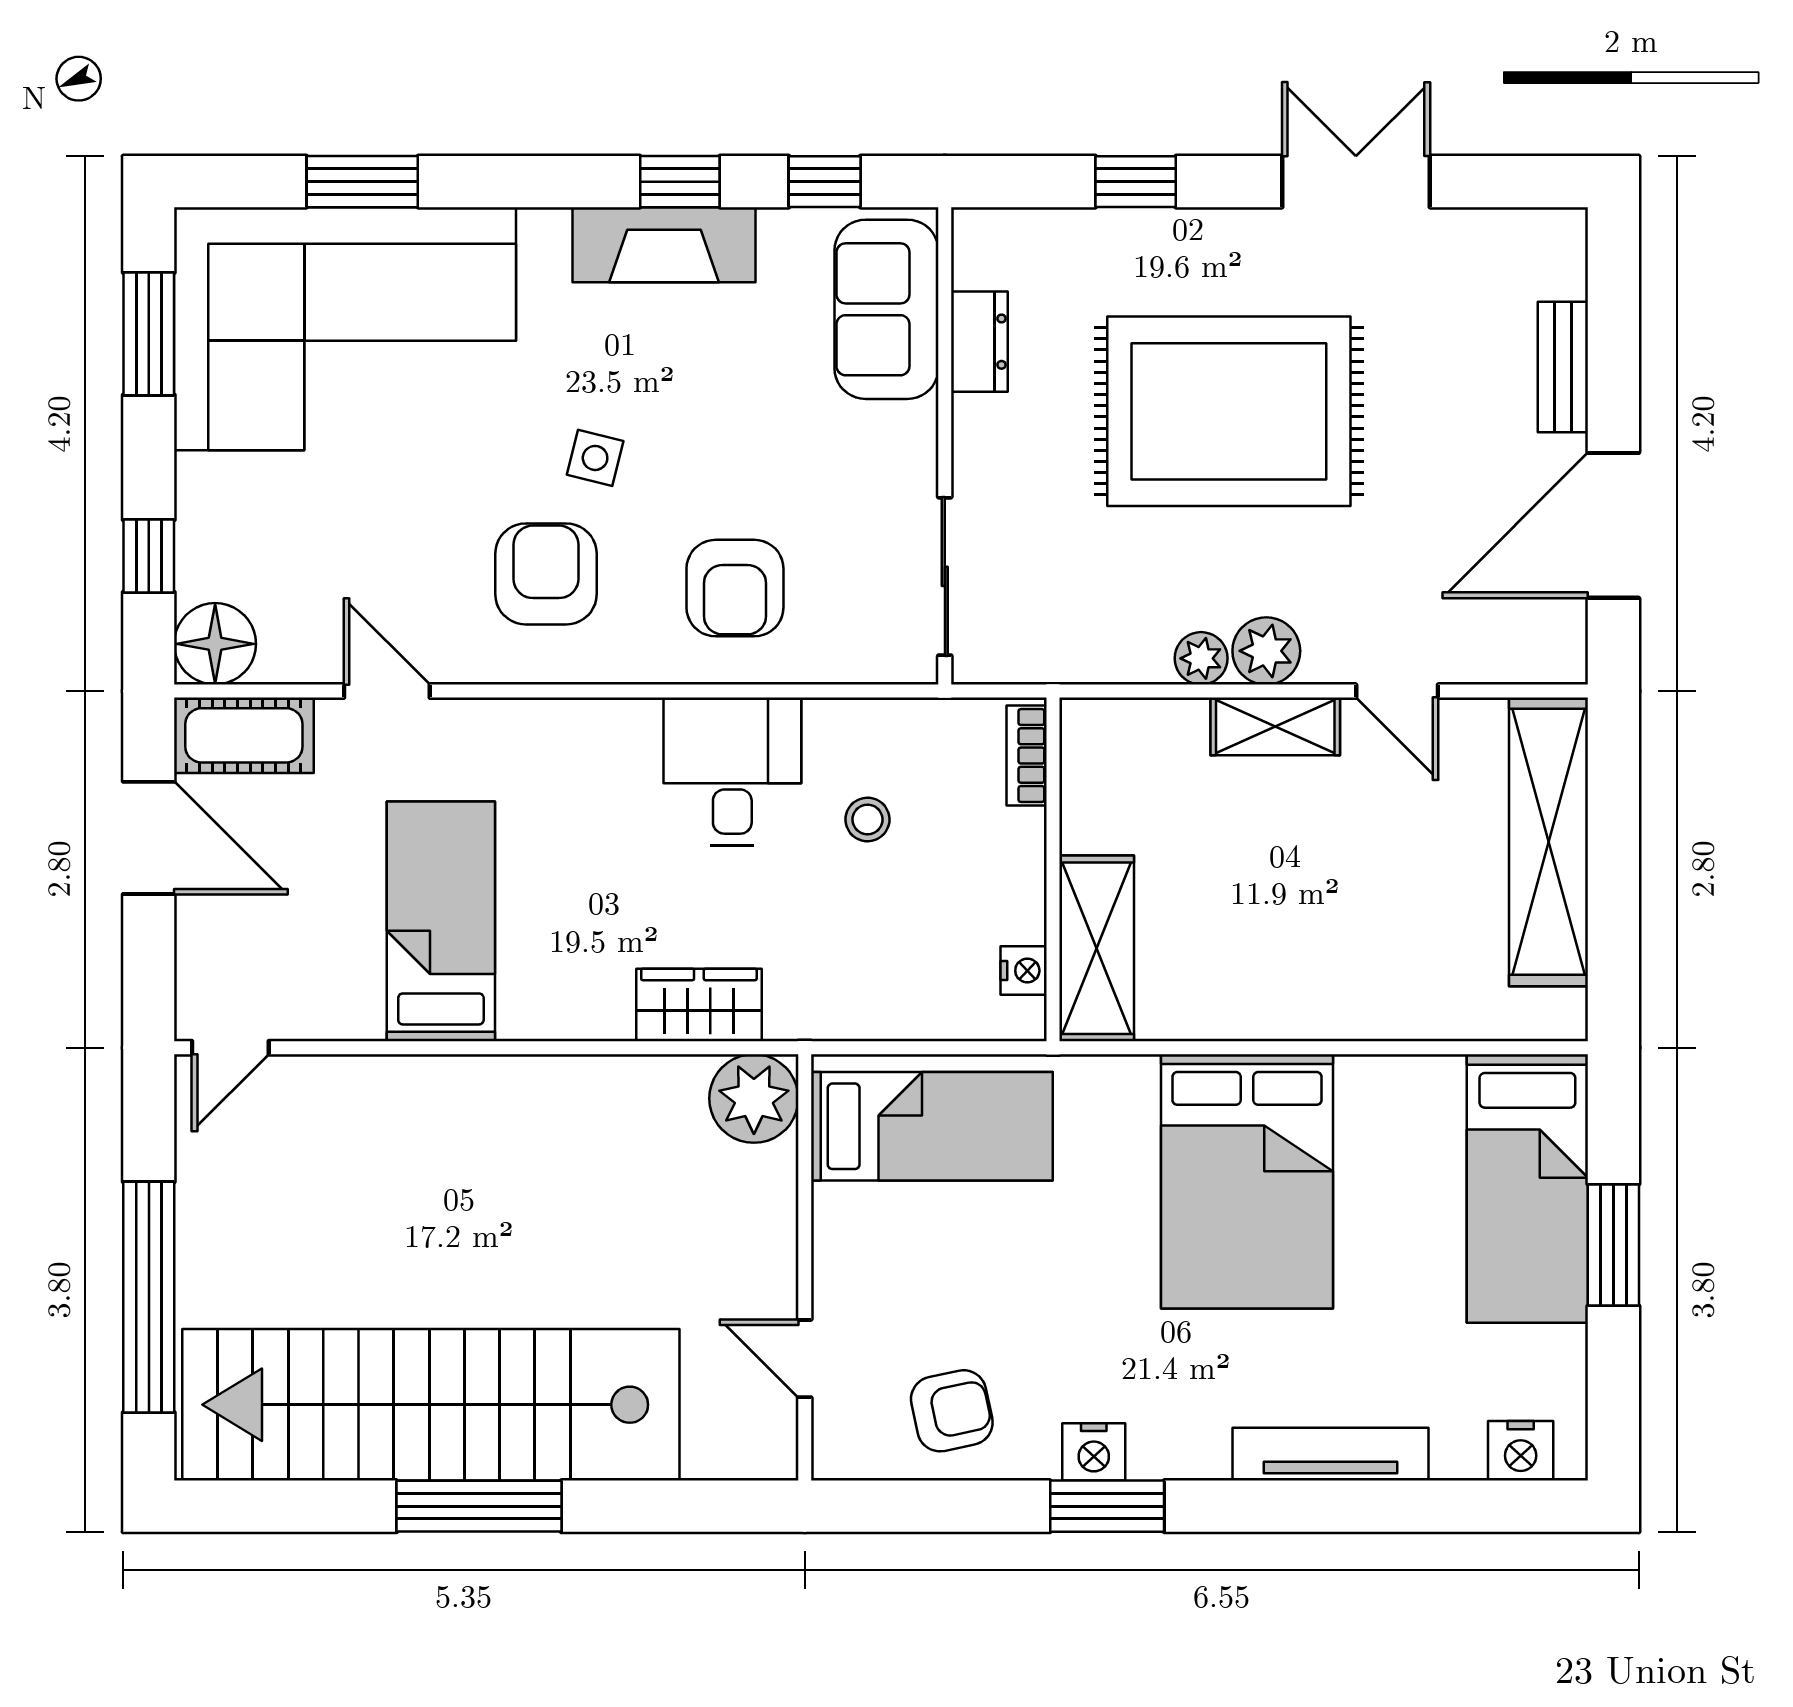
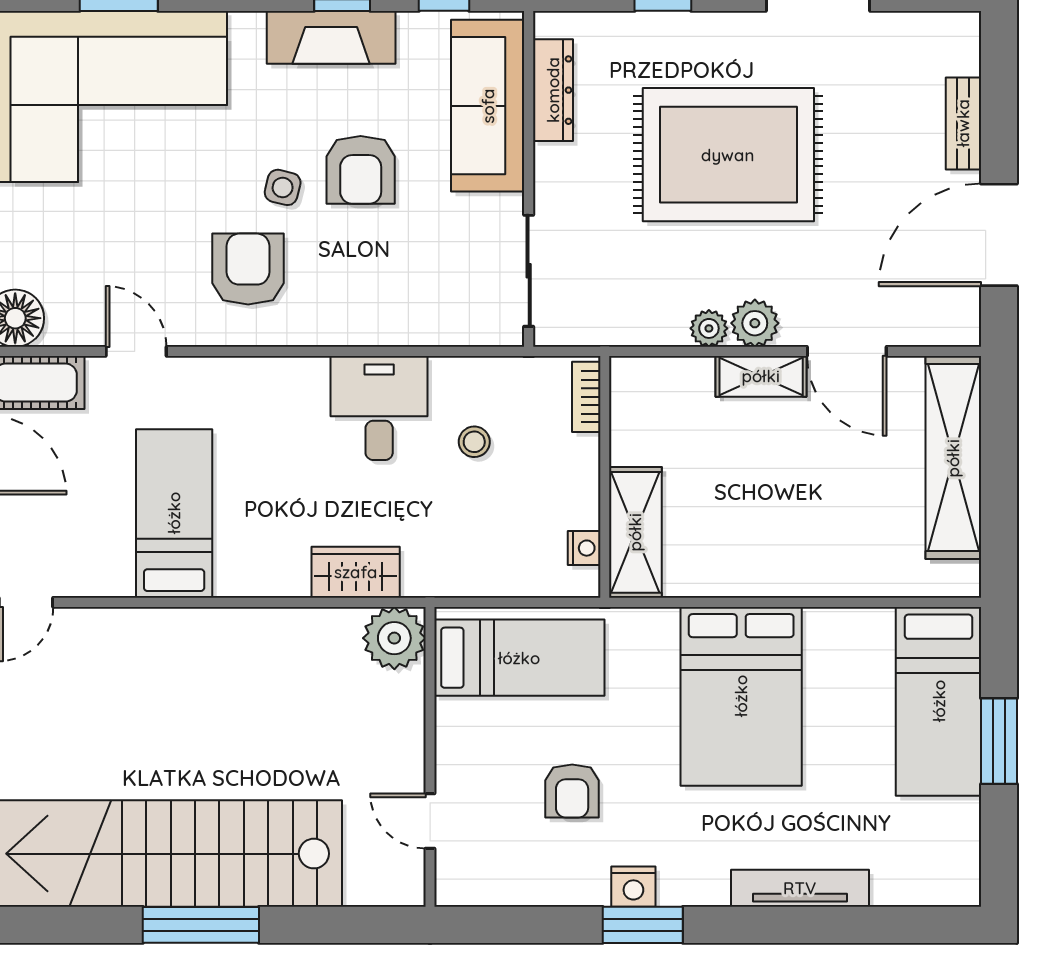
sofa: (886, 309) -> (488, 106), width x1.36
dresser: (979, 342) -> (553, 90), width x1.44
armchair: (735, 588) -> (361, 170), moved
door: (1397, 691) -> (847, 351), width x1.38
armchair: (952, 1411) -> (572, 791), moved, turned 102
nightstand: (1521, 1451) -> (934, 886), removed

